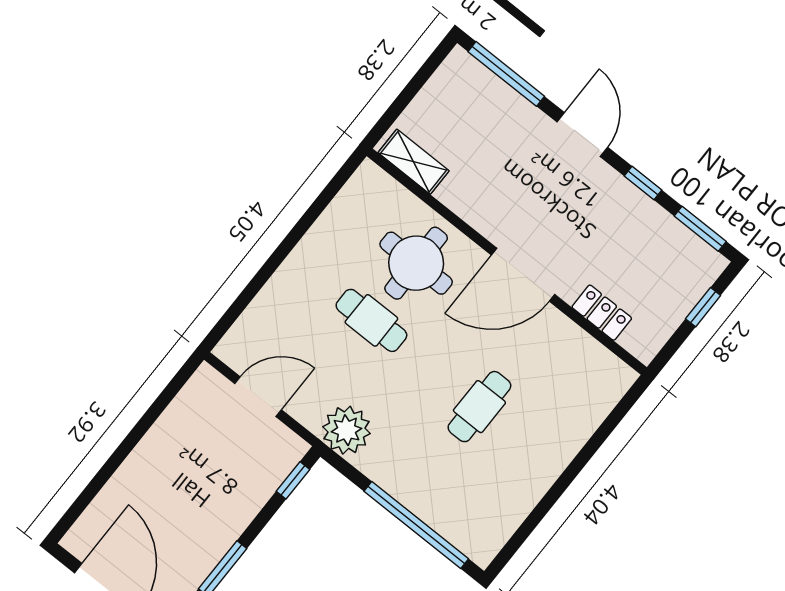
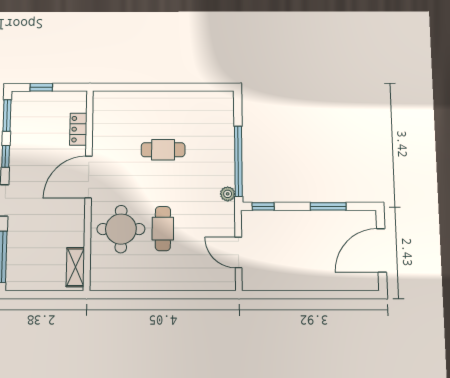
door: (523, 275) -> (88, 177), swing flipped
plant: (347, 430) -> (228, 194), width x0.53, depth x0.53
window: (416, 525) -> (238, 161), moved

